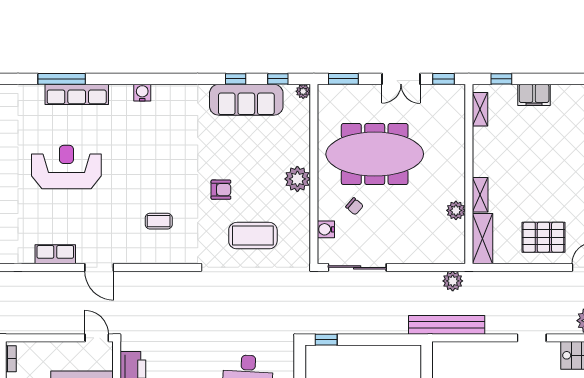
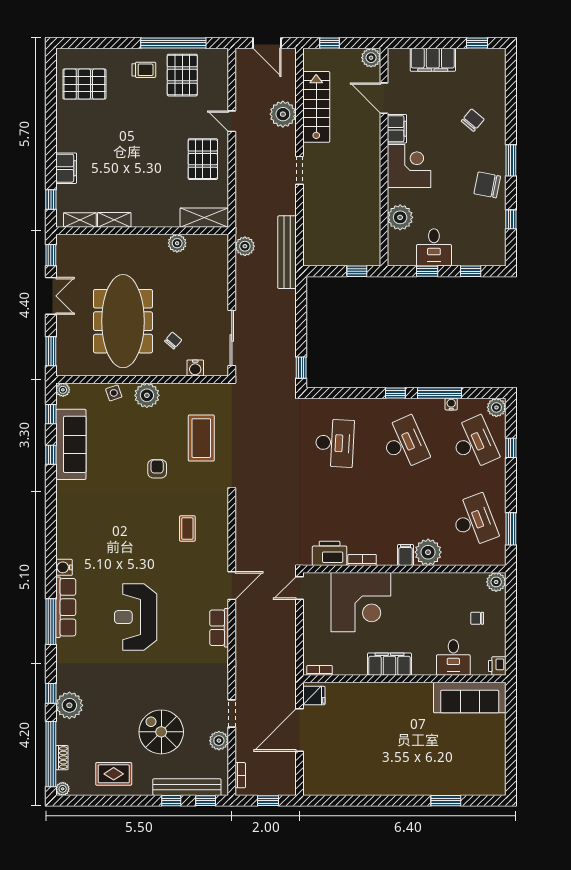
water cooler: (142, 93) -> (64, 567), moved
side table: (300, 144) -> (114, 393), added
shelving: (480, 195) -> (114, 220), moved

